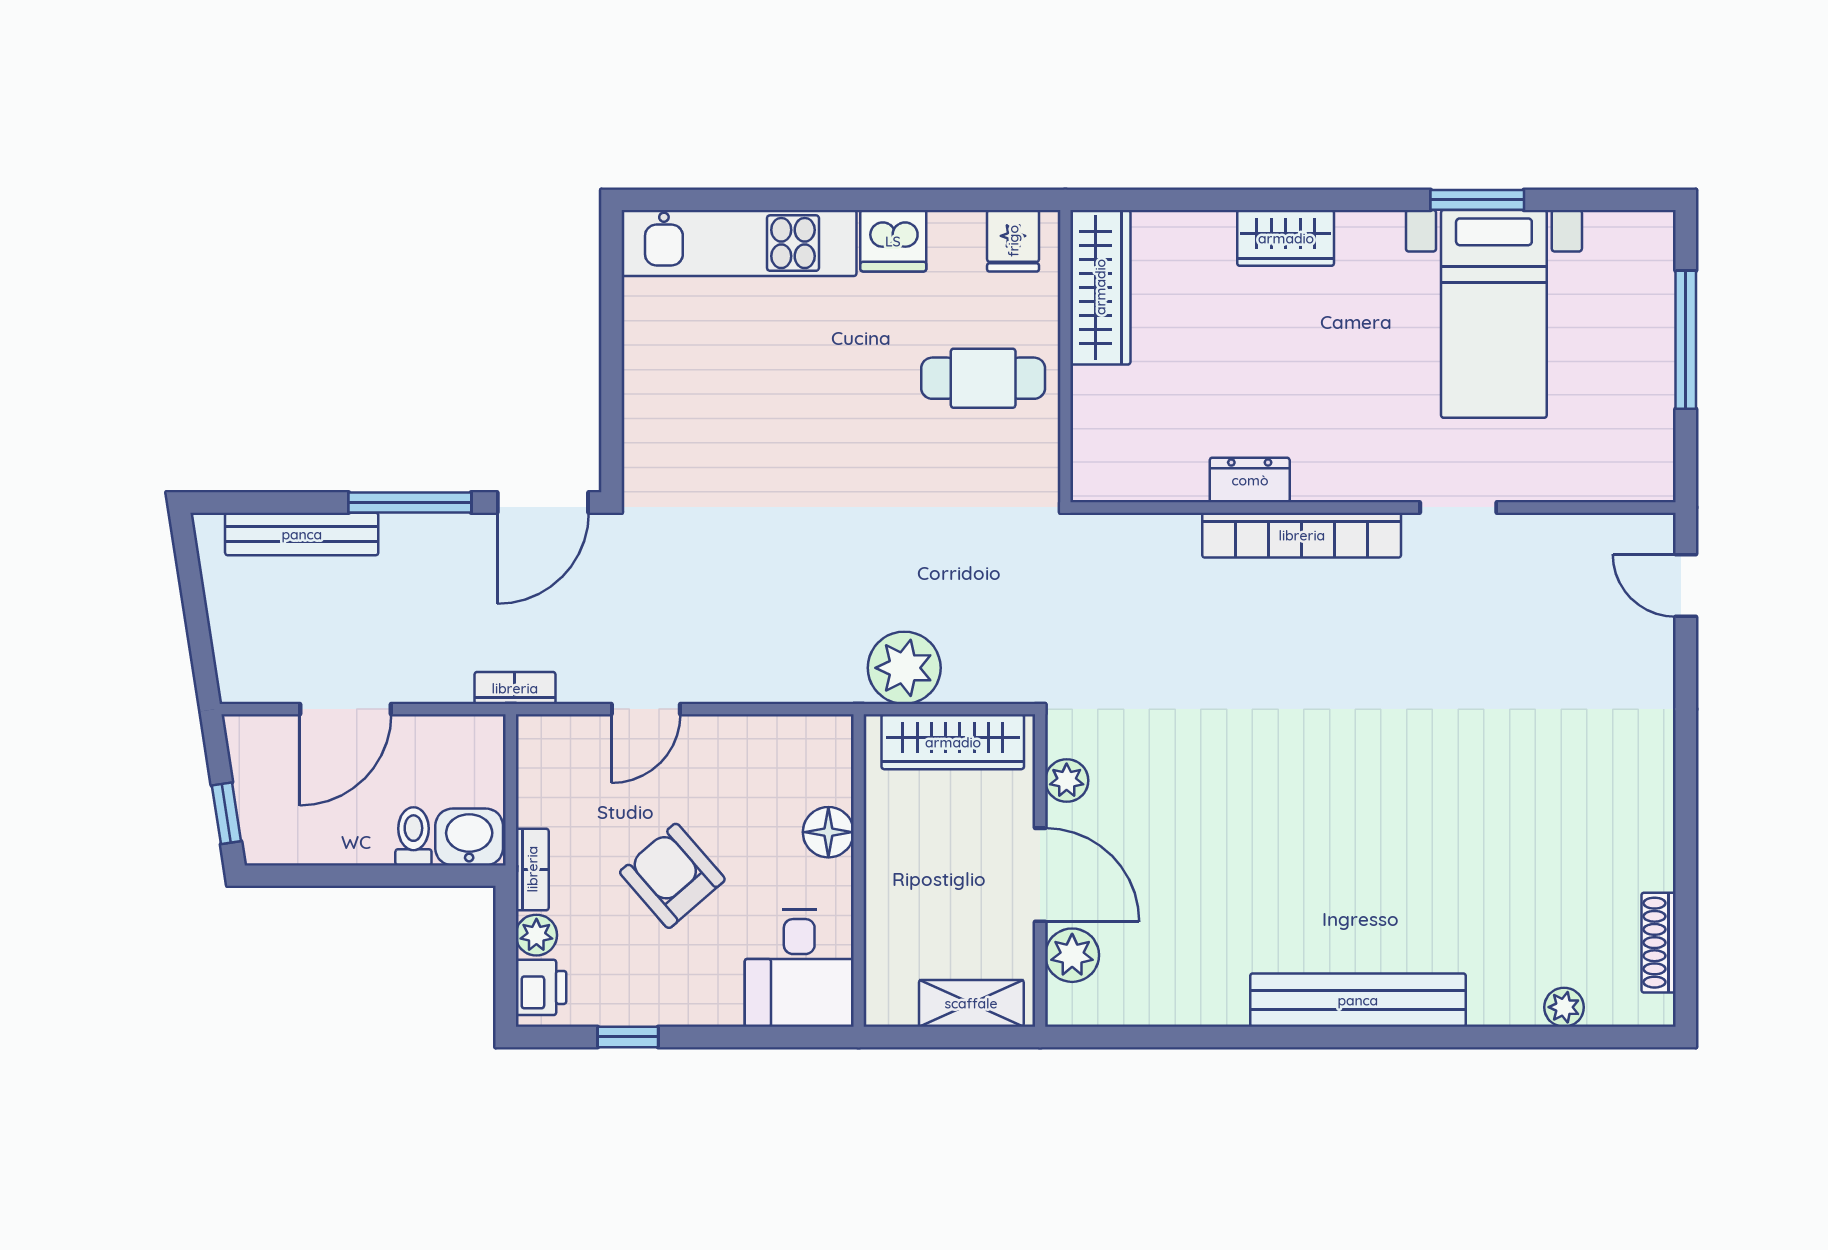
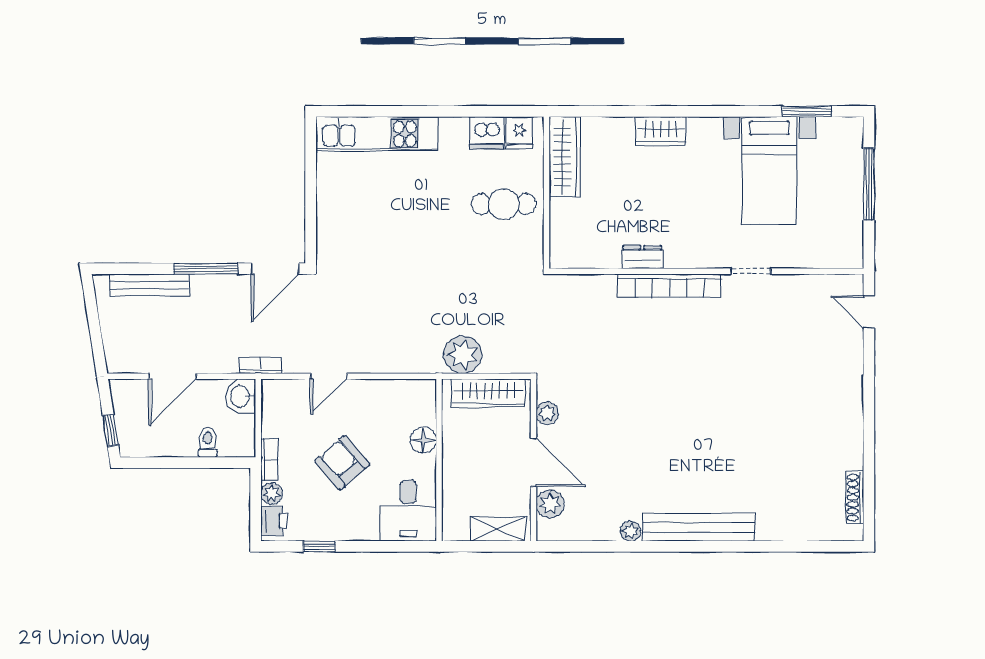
window: (1477, 200) -> (807, 111), moved
dishwasher: (893, 241) -> (487, 133), moved
washbasin: (469, 837) -> (241, 396), moved, turned -90
plant: (1564, 1007) -> (630, 531), moved

